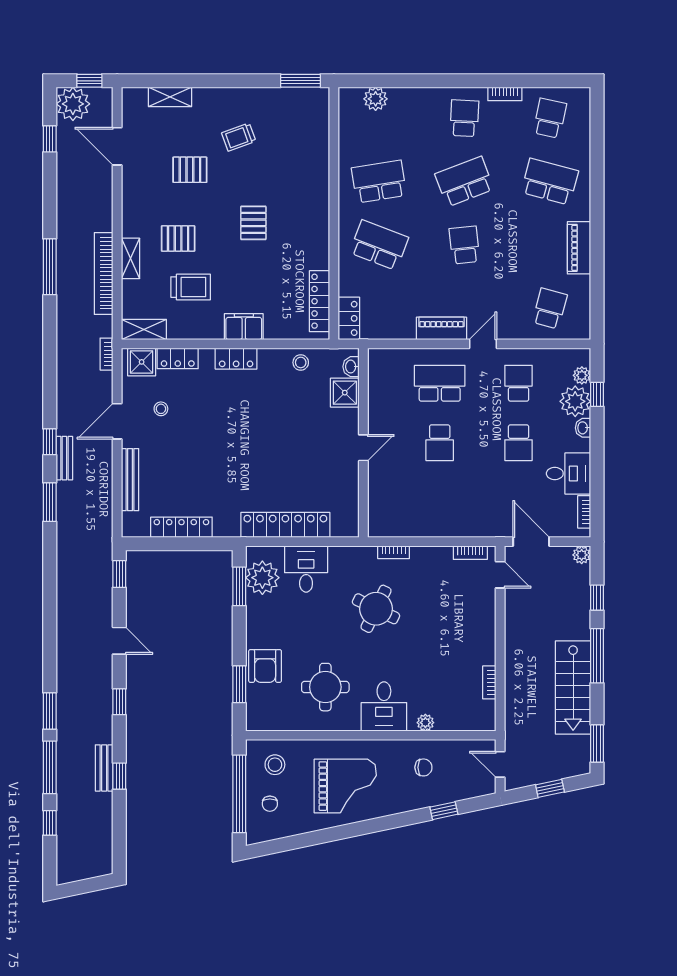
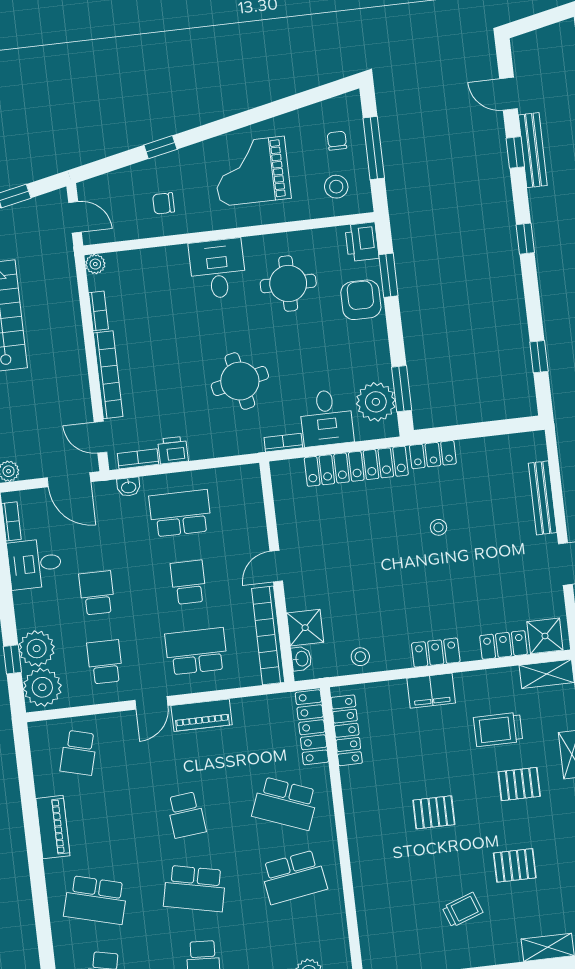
school desk: (464, 182) -> (195, 888), turned 33
pallet: (253, 223) -> (434, 812), turned 90
locker: (349, 318) -> (312, 727), width x1.53
plant: (582, 375) -> (42, 687), width x1.87, depth x1.87
school desk: (440, 383) -> (196, 651), turned 180
school desk: (519, 383) -> (105, 662), turned 180
bookcase: (377, 390) -> (268, 635), added
stool: (161, 409) -> (438, 527), moved
washbasin: (583, 428) -> (129, 487), moved, turned 90
school desk: (440, 502) -> (180, 513), added
locker: (181, 527) -> (433, 455), moved, width x0.66
bookcase: (394, 552) -> (283, 443), moved
printer: (440, 557) -> (173, 450), added
window: (119, 574) -> (539, 357), moved
round table: (376, 609) -> (240, 381), turned -38
bookcase: (488, 627) -> (108, 375), added
door: (119, 641) -> (508, 94), moved
printer: (259, 715) -> (362, 242), added
plant: (425, 723) -> (95, 264), moved
bench: (104, 768) -> (533, 150), width x1.36
window: (239, 794) -> (374, 148), width x0.68
window: (444, 811) -> (160, 147), moved

